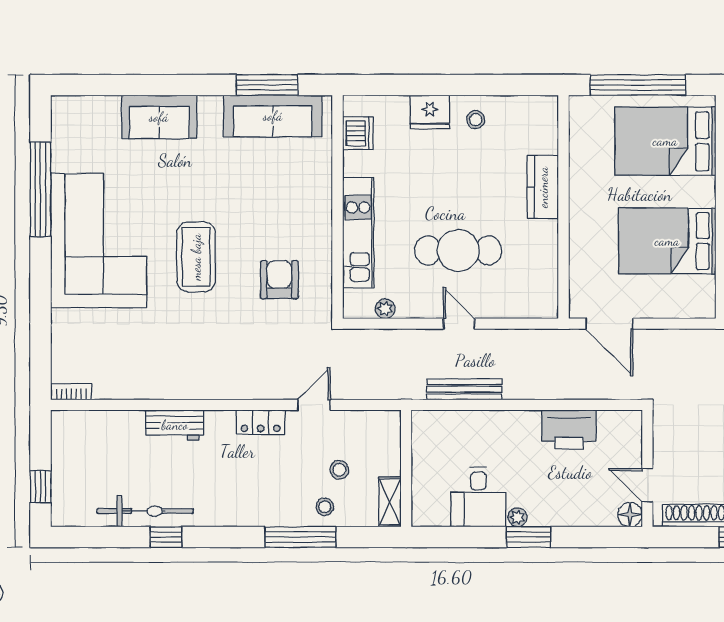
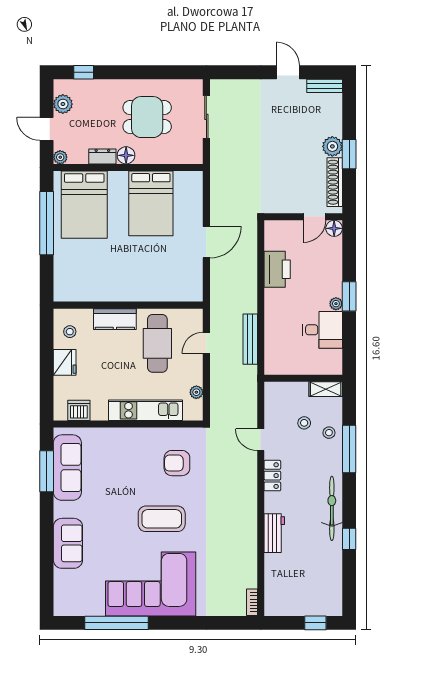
kitchen counter: (543, 187) -> (115, 319), moved
wall: (564, 207) -> (128, 305), moved
bicycle: (145, 511) -> (332, 508), moved

